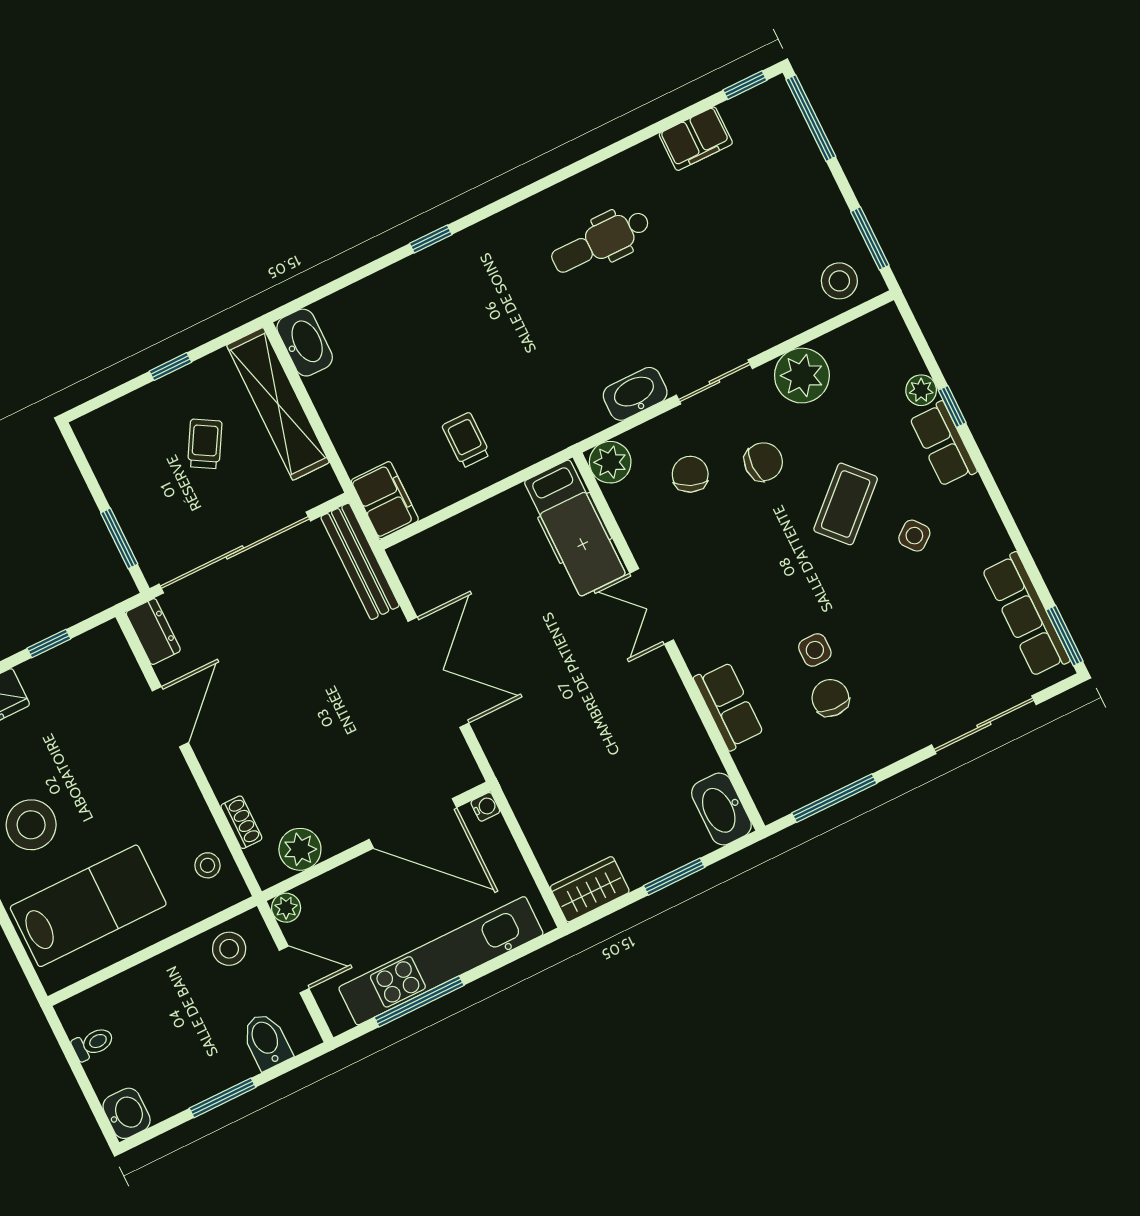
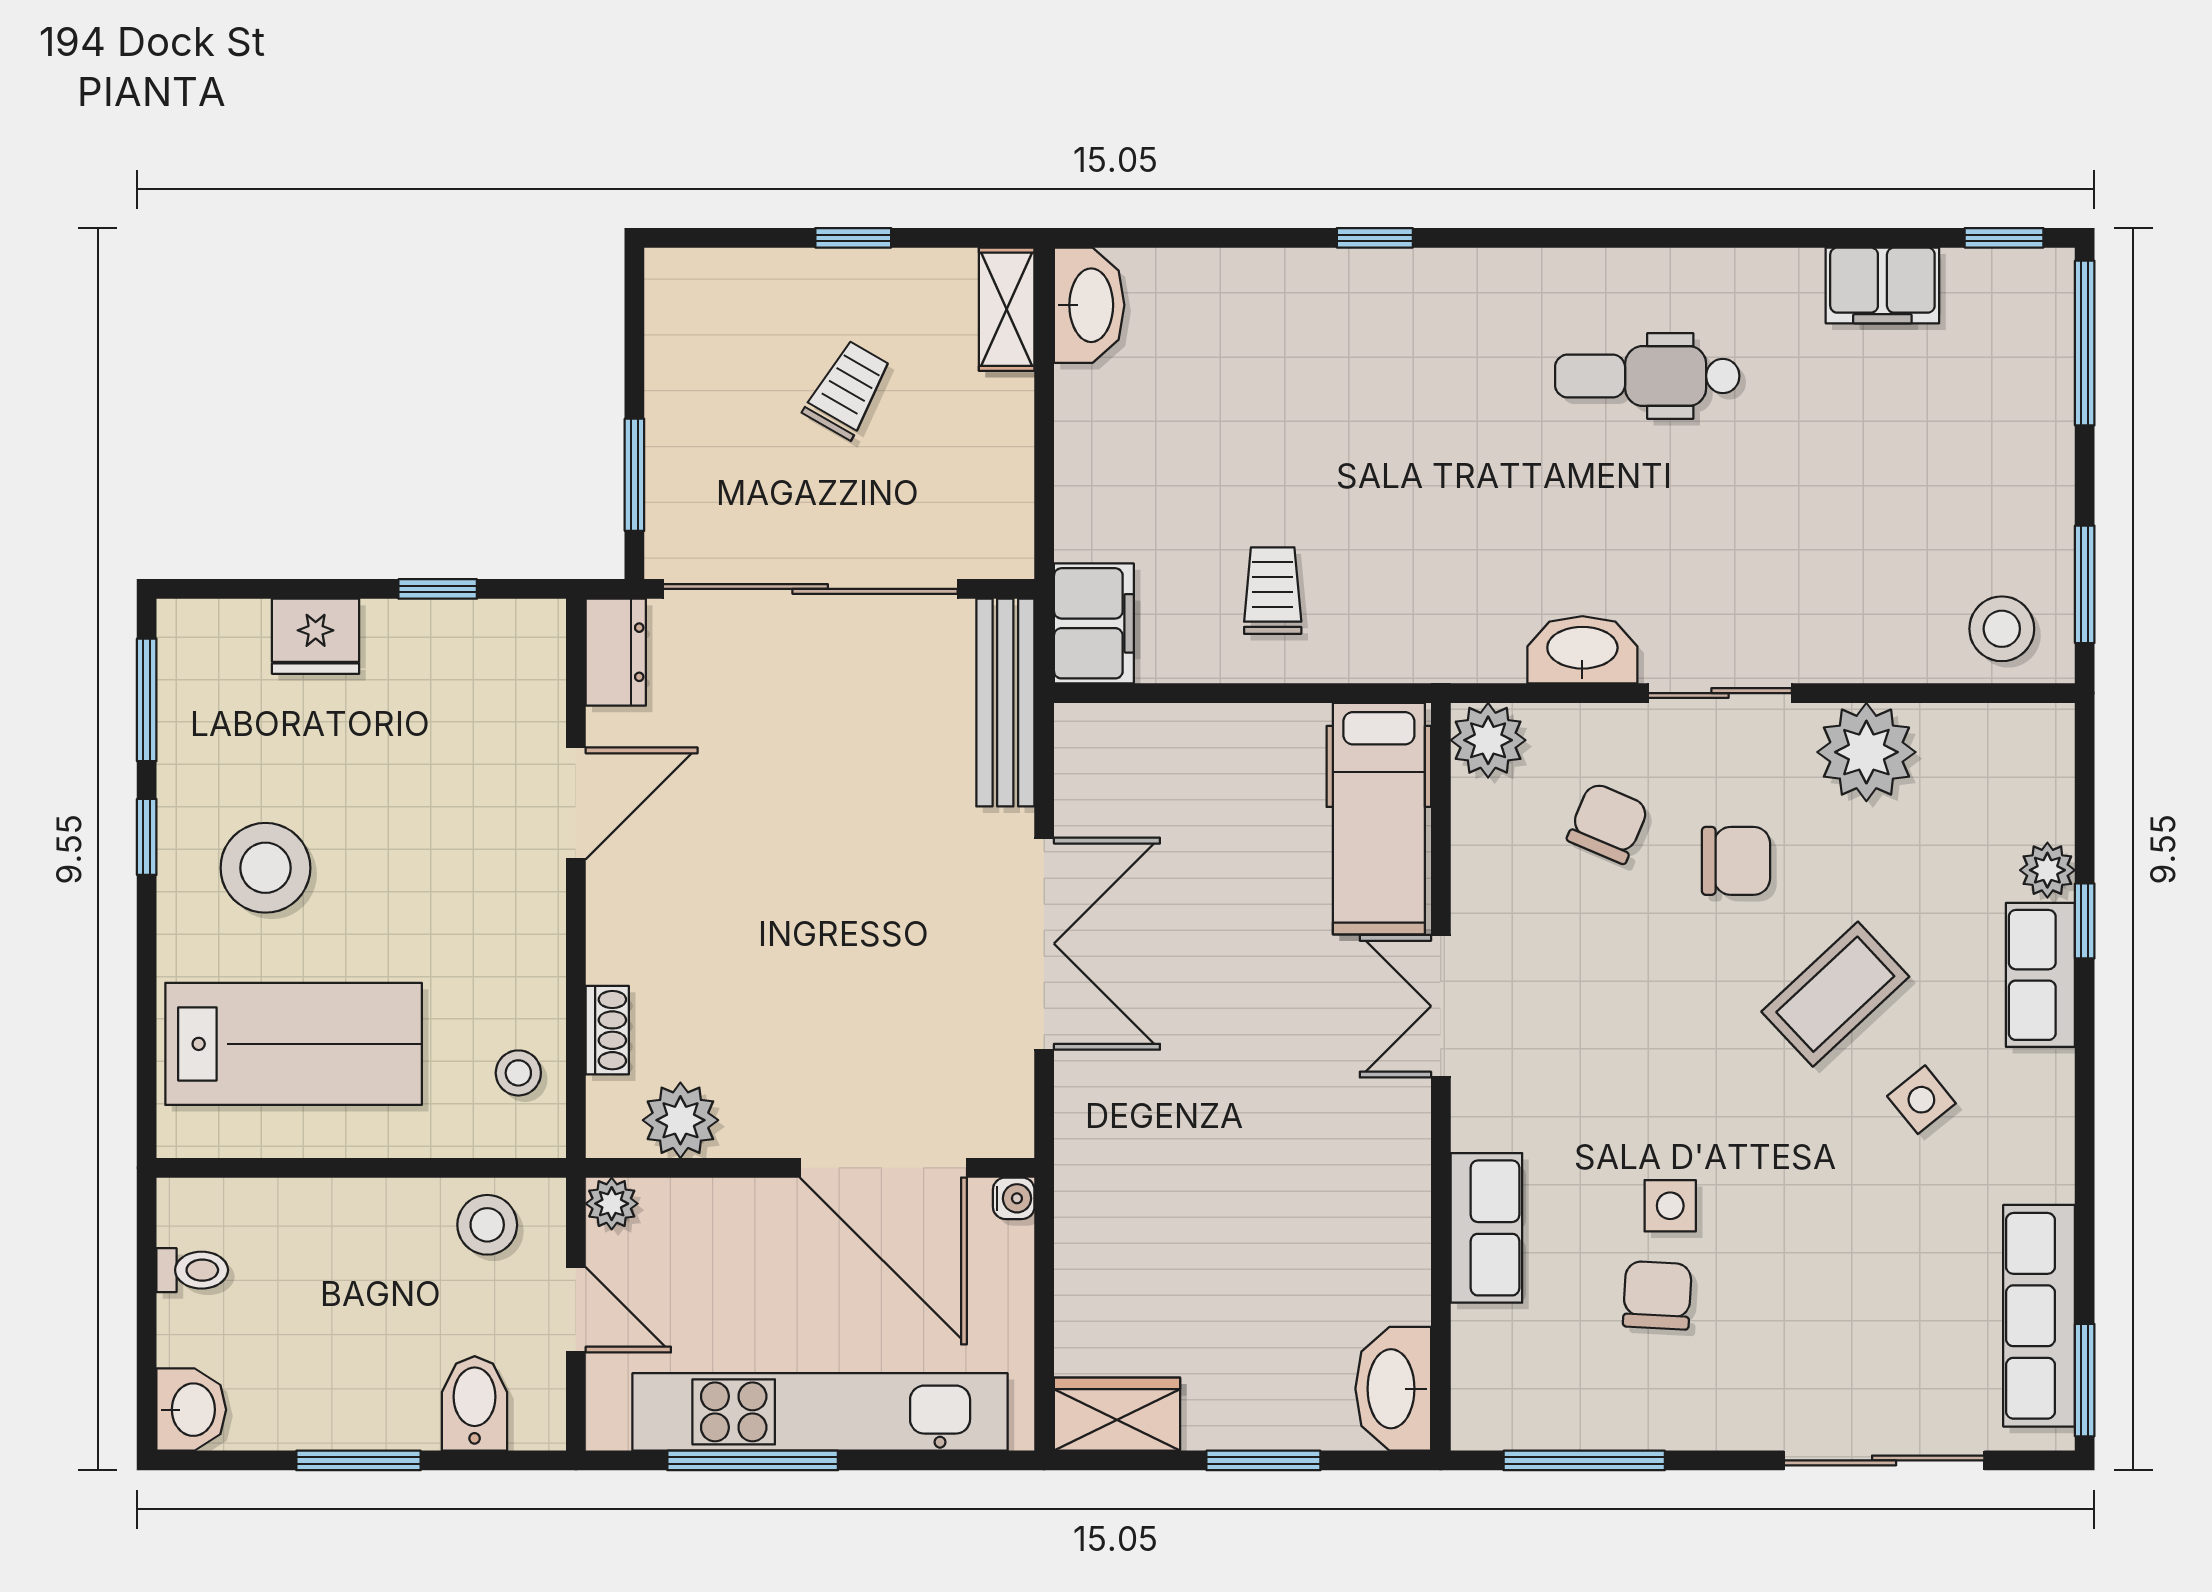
shelving: (278, 404) -> (1007, 309), width x0.45, depth x0.75

